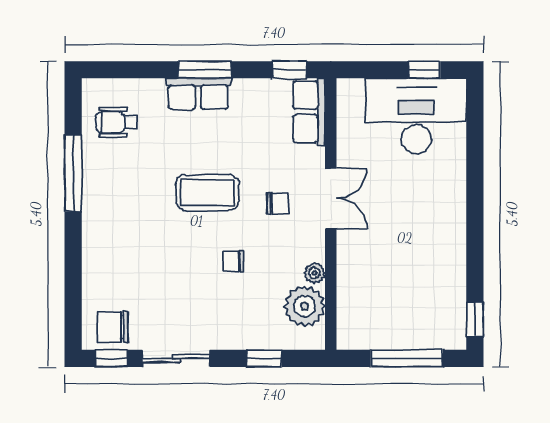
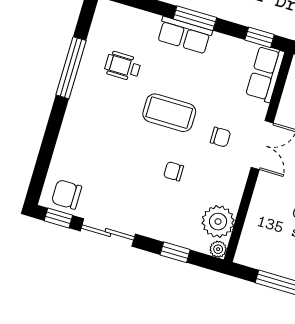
wheelchair: (117, 122) -> (123, 66), moved
plant: (315, 273) -> (218, 249), moved

